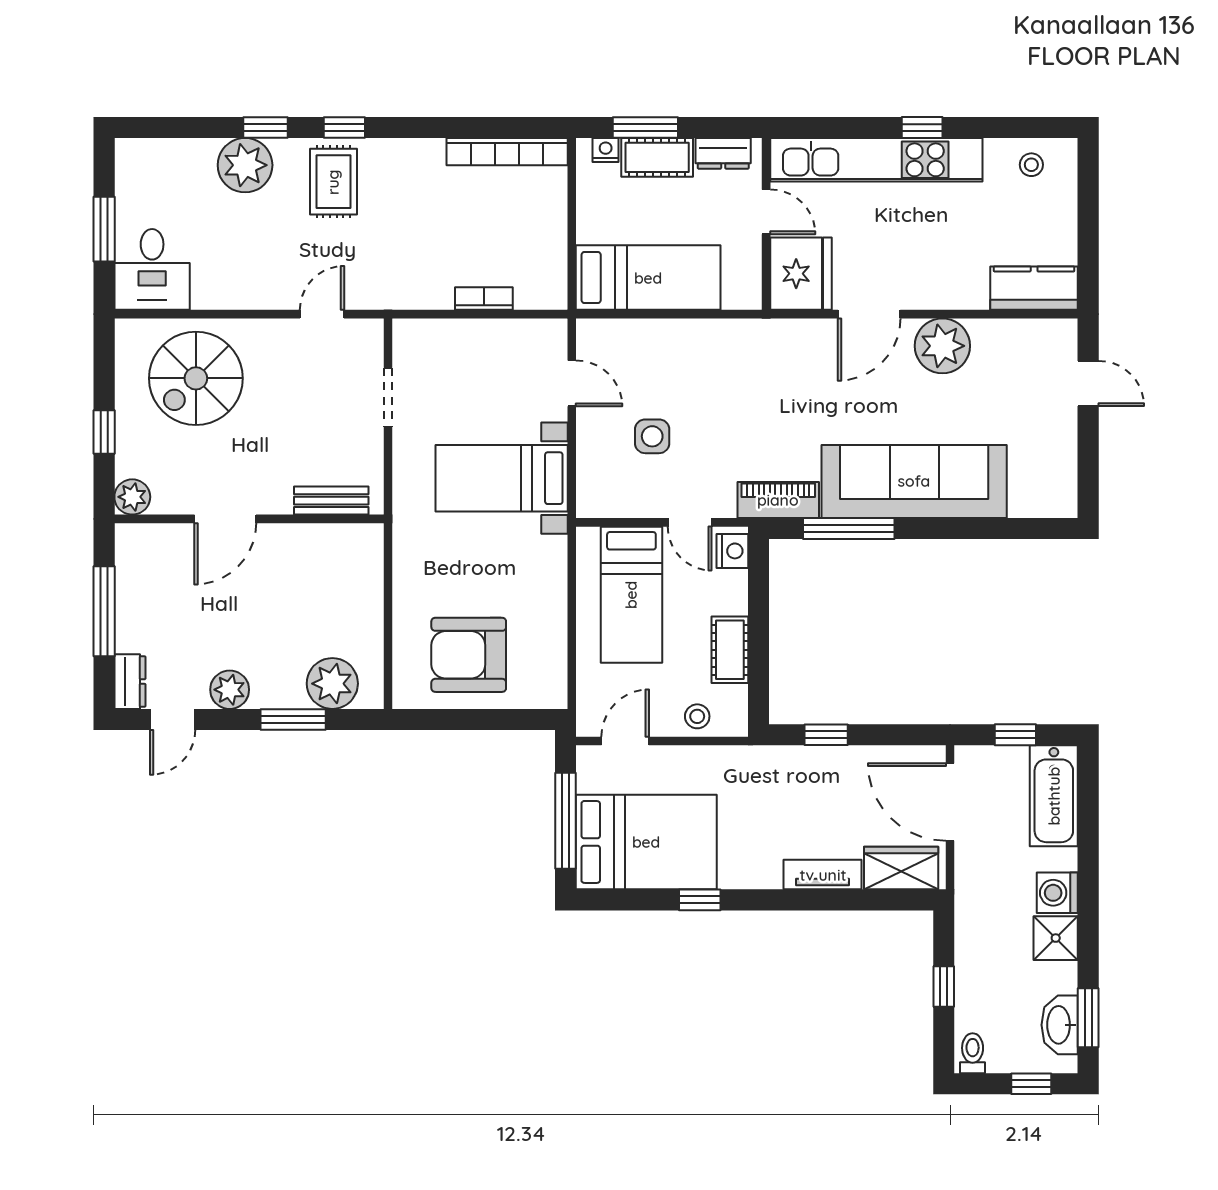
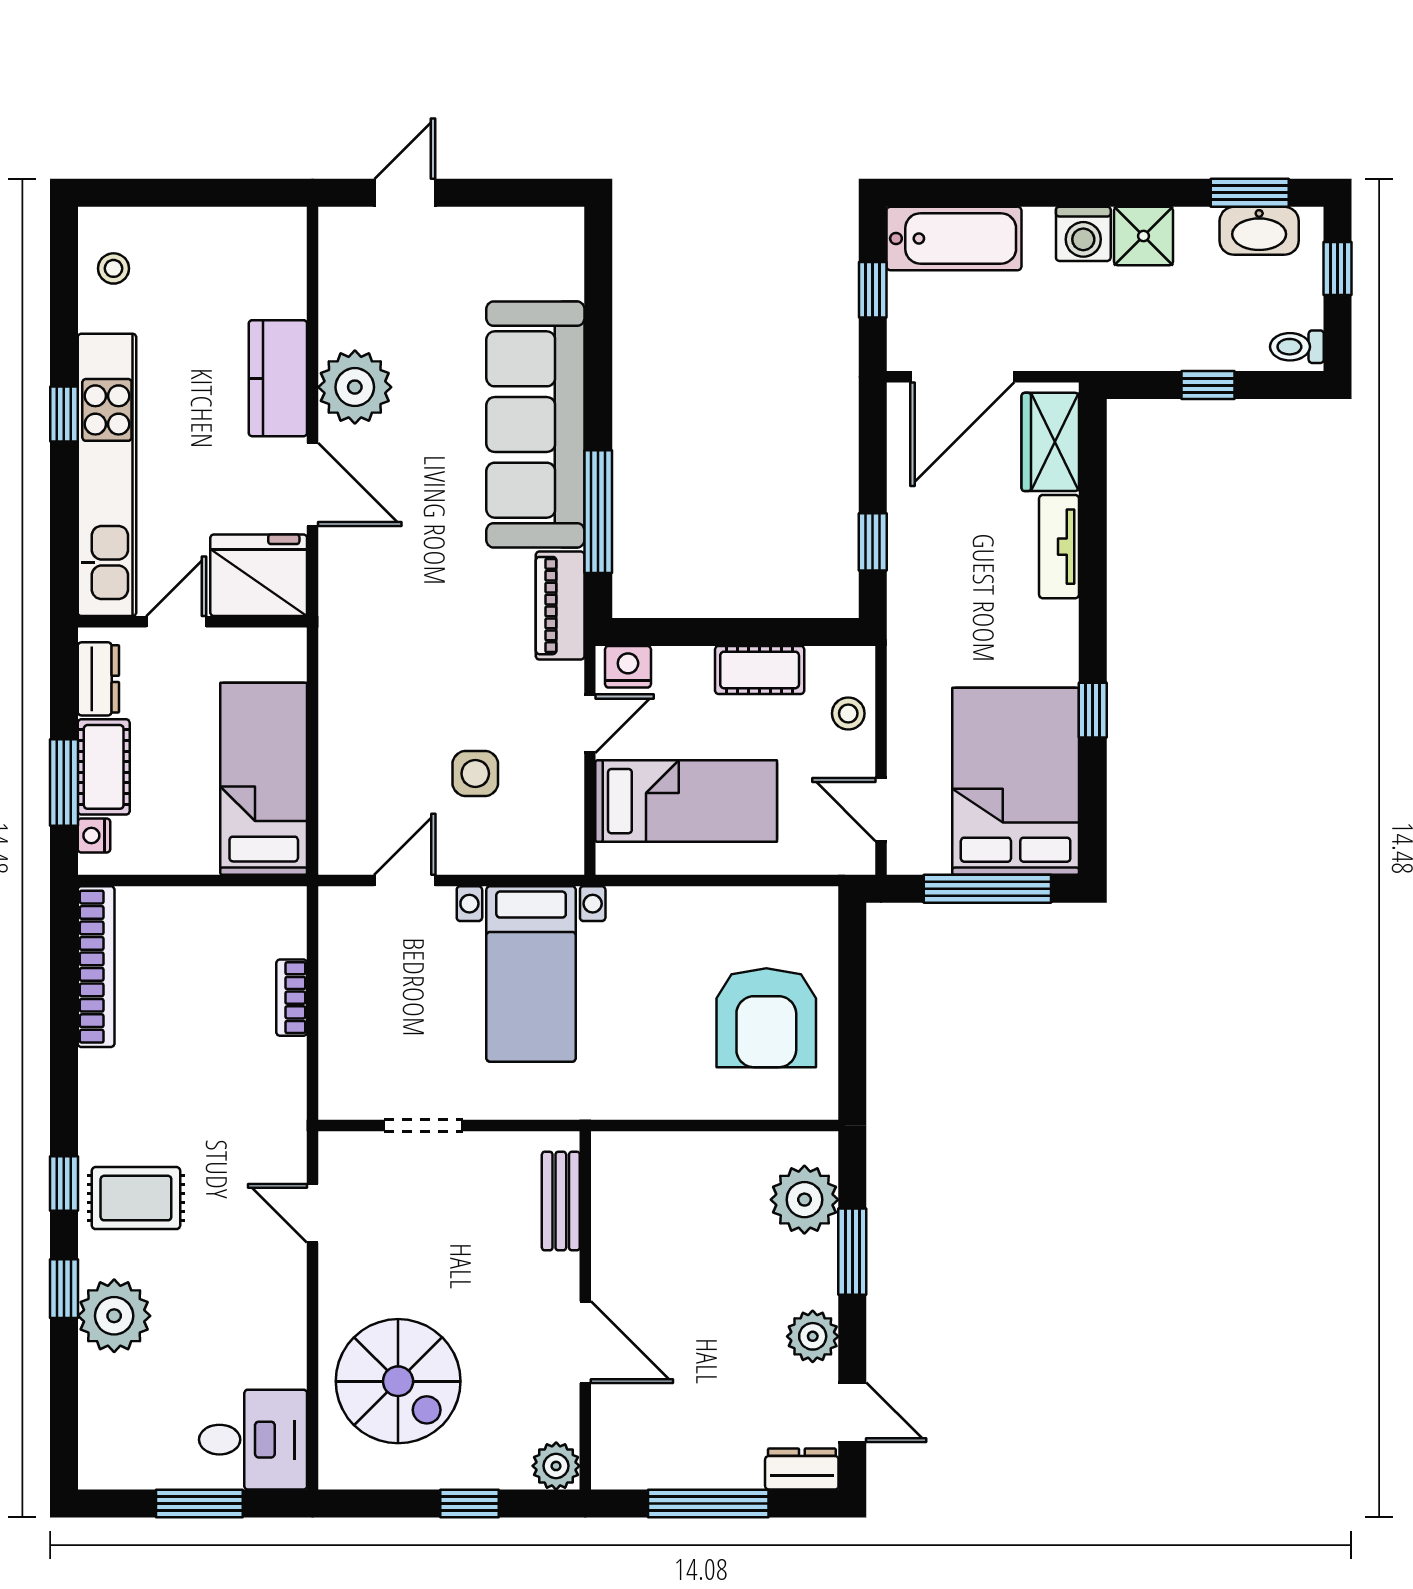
kitchen counter: (1034, 288) -> (278, 378), moved

